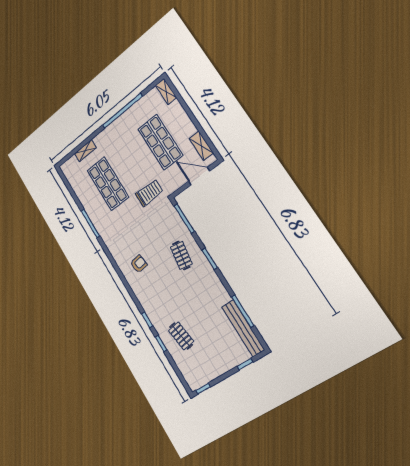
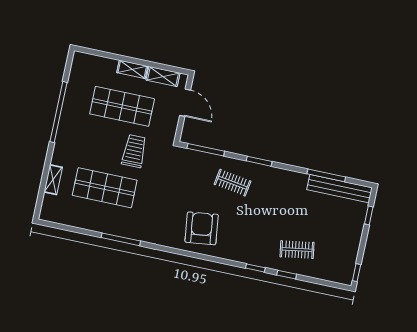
shelving: (166, 92) -> (132, 69), moved
door: (199, 176) -> (185, 103), swing flipped
trolley: (149, 193) -> (134, 151), moved
armchair: (139, 264) -> (202, 228), width x1.88, depth x1.88

